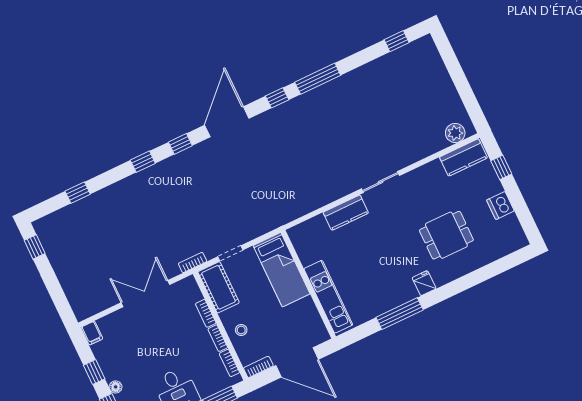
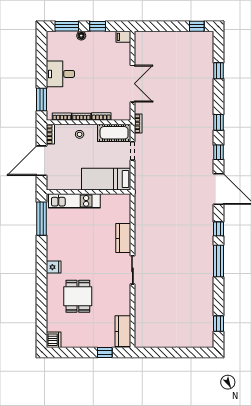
plant: (455, 133) -> (141, 333), removed
dishwasher: (500, 205) -> (54, 340), moved, turned 90
window: (400, 314) -> (41, 219), moved

